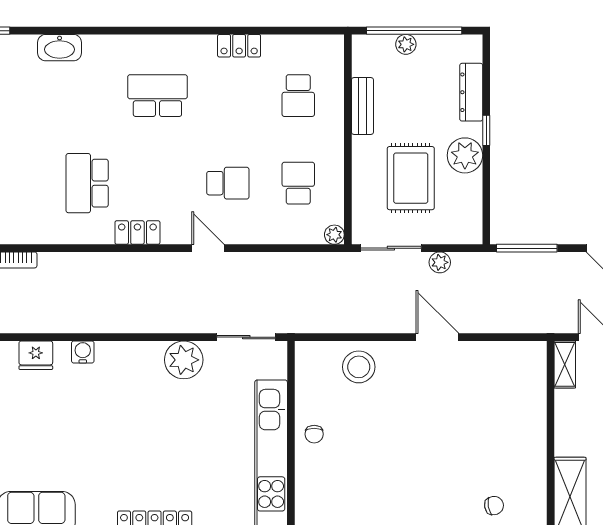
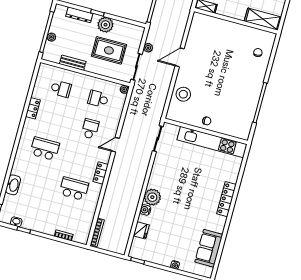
school desk: (157, 96) -> (45, 149), turned 90
school desk: (87, 183) -> (74, 189), turned 180
plant: (184, 360) -> (152, 197), moved

